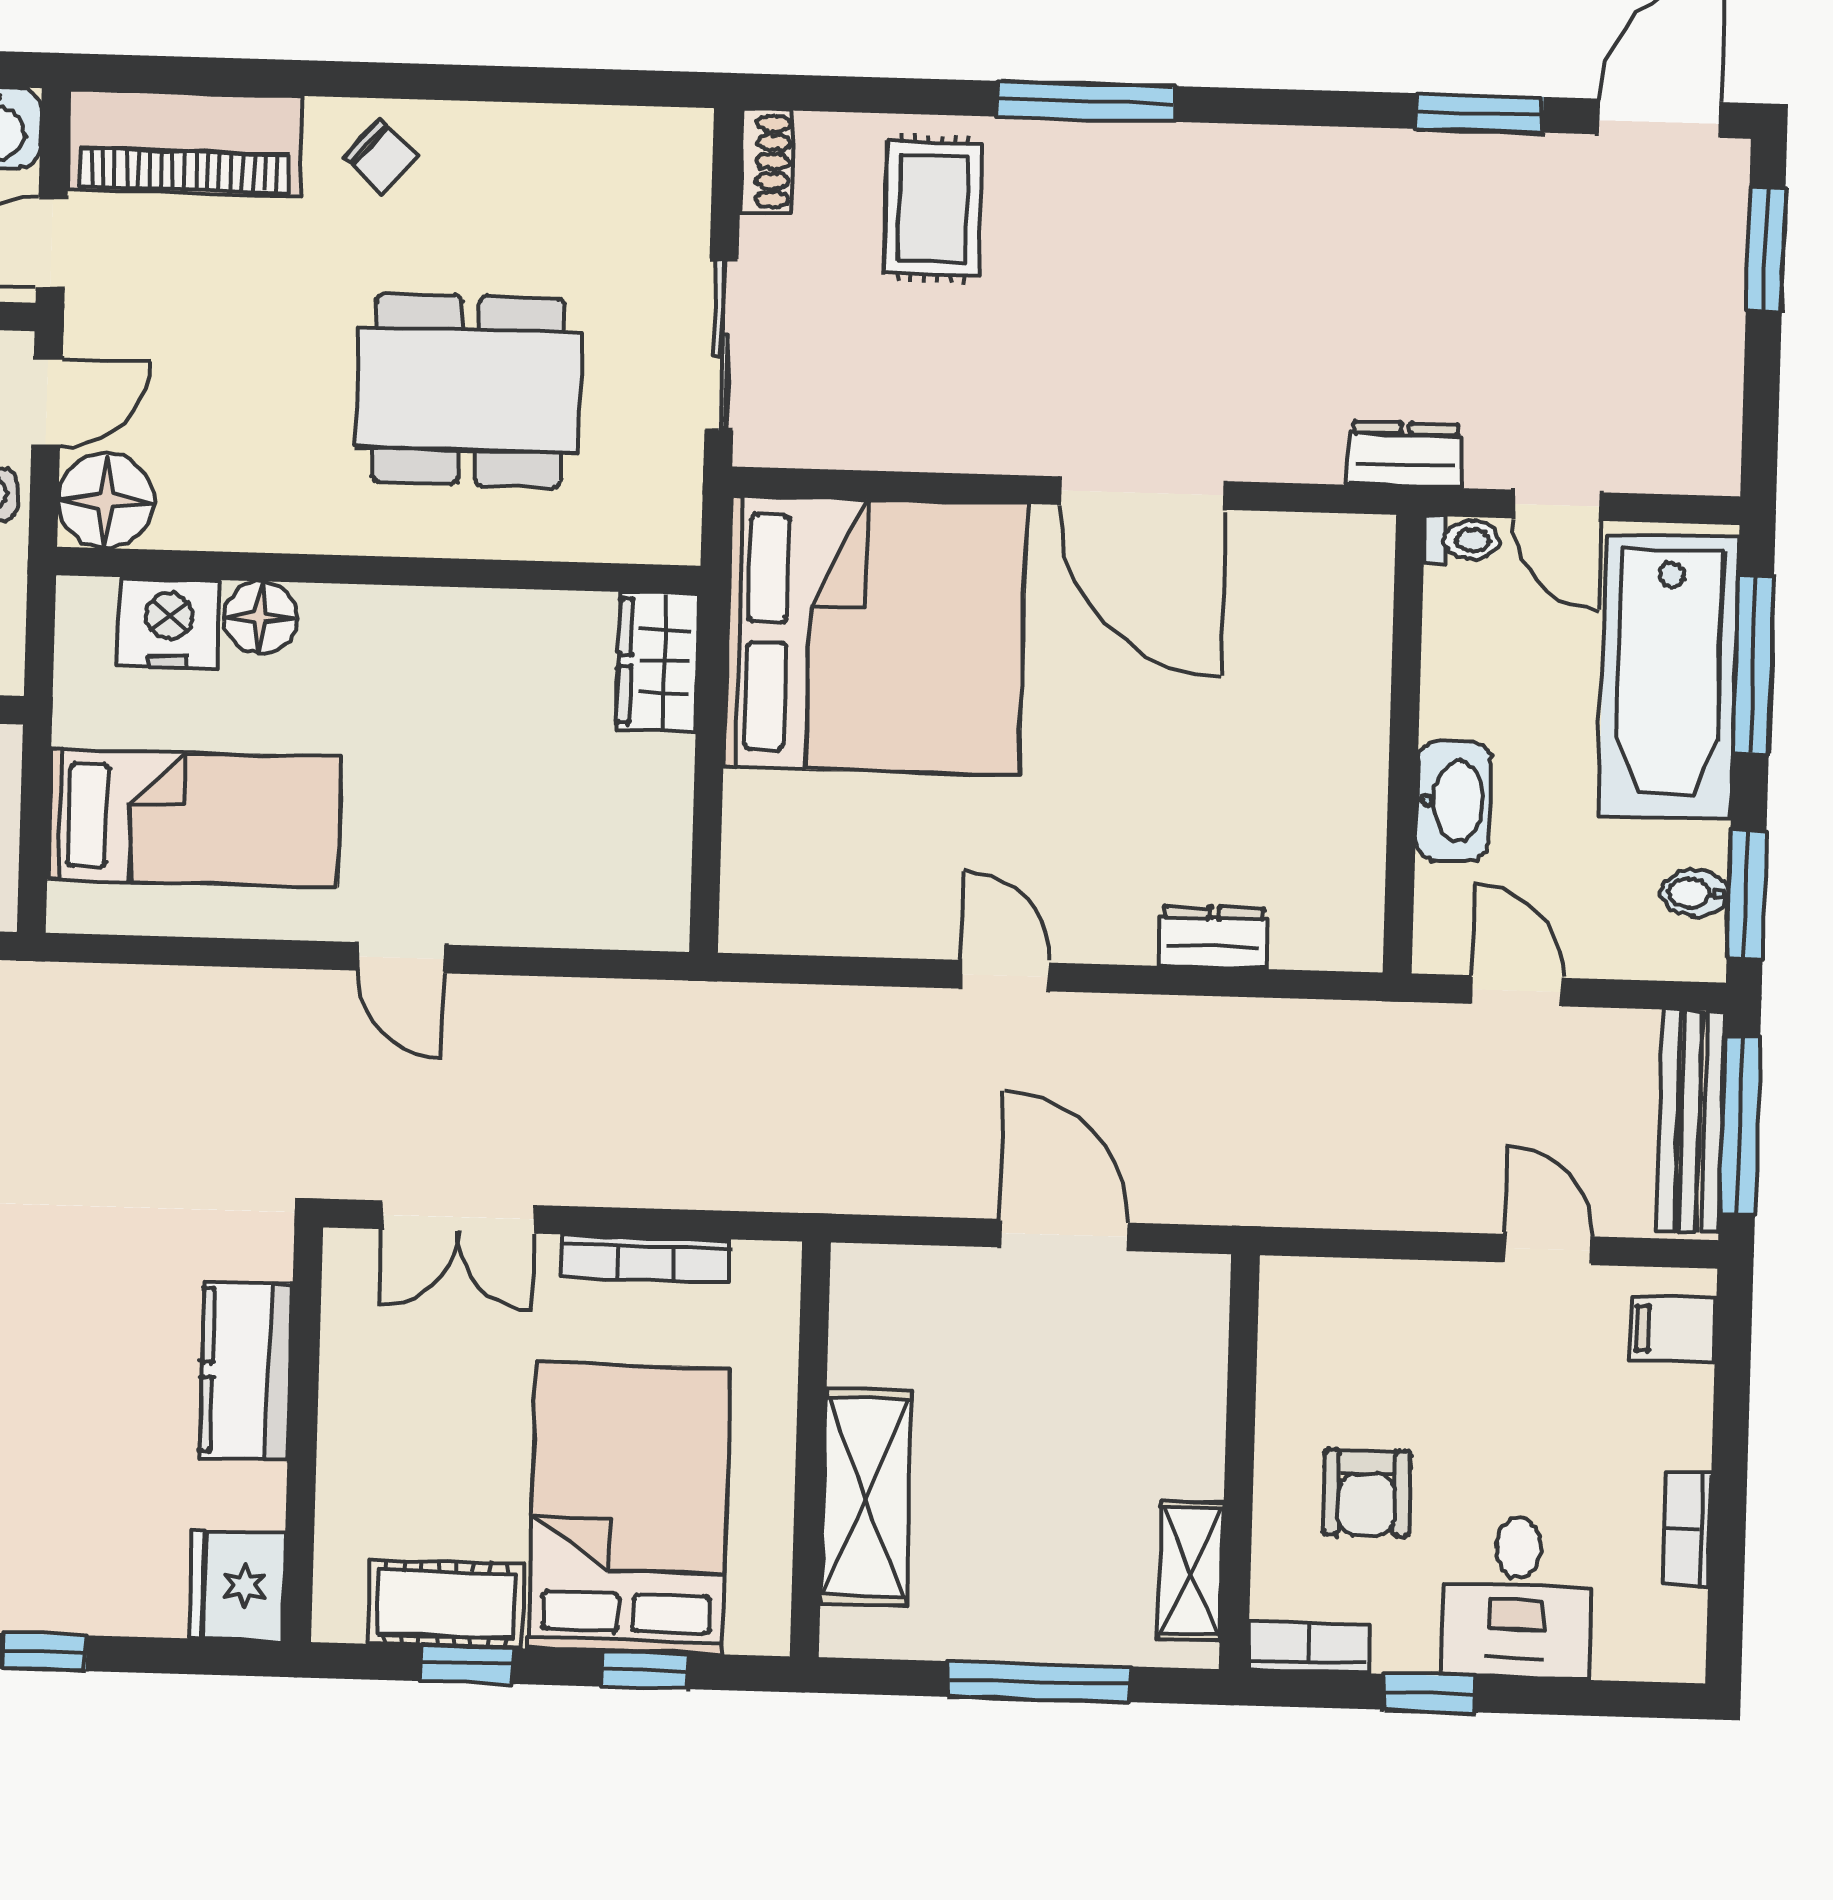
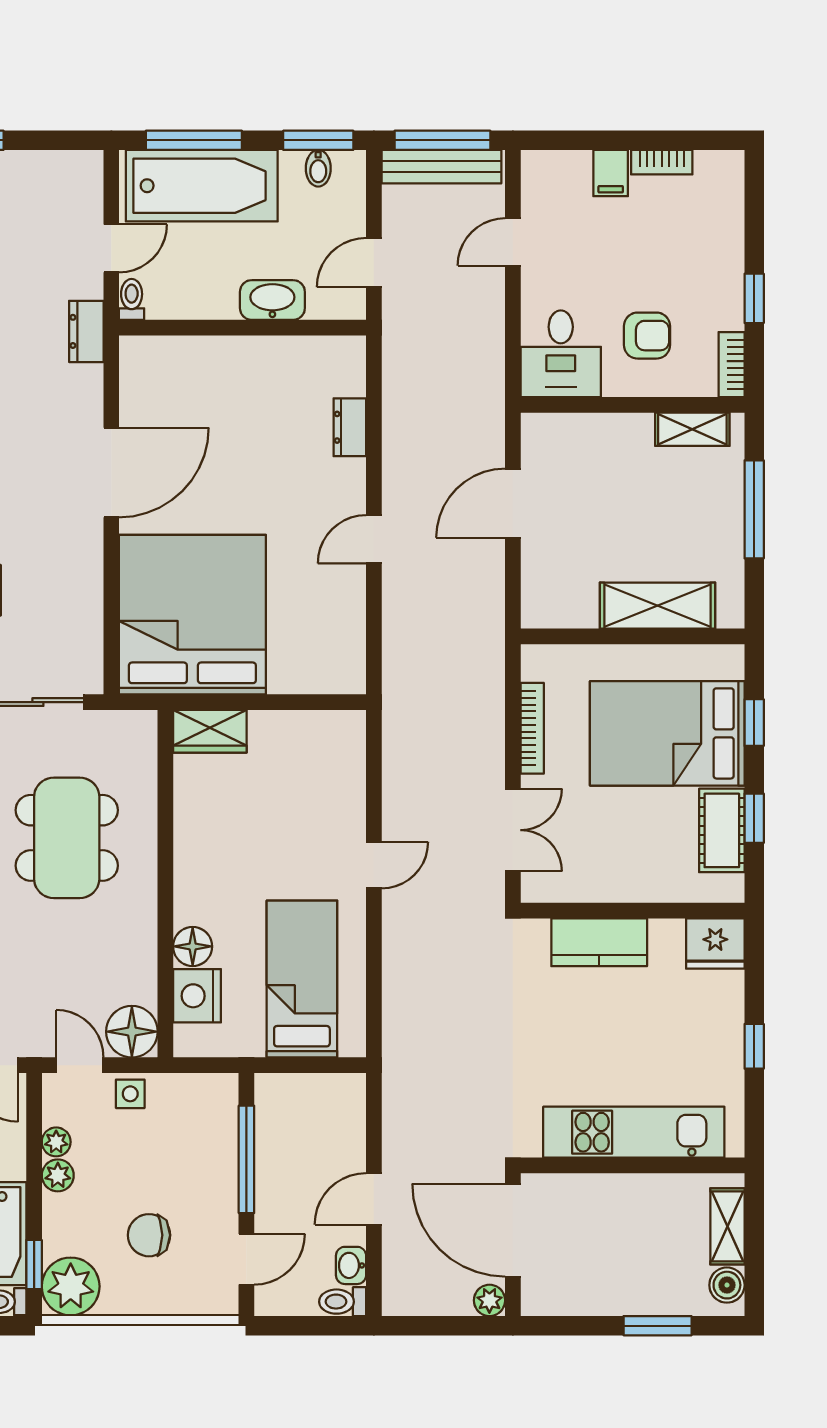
filing cabinet: (1673, 1329) -> (611, 173), moved
desk: (1517, 1598) -> (561, 354), moved, turned 90

